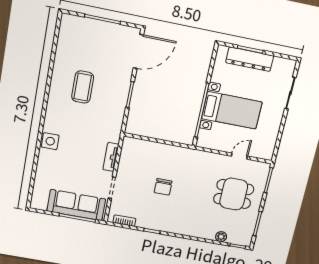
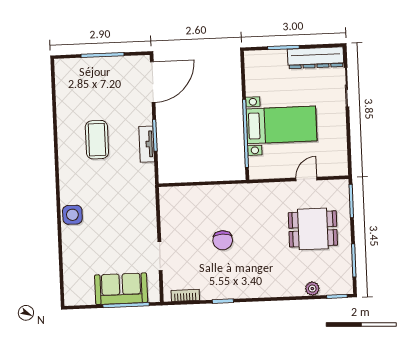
dresser: (250, 59) -> (316, 58), moved
tv unit: (111, 157) -> (147, 144), moved
sofa: (76, 205) -> (121, 289), width x0.73

